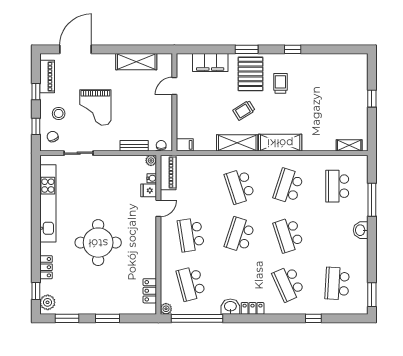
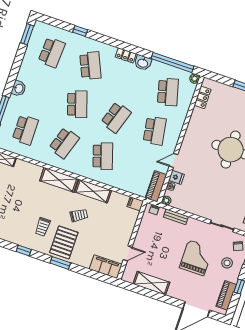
filing cabinet: (210, 63) -> (106, 267), moved

